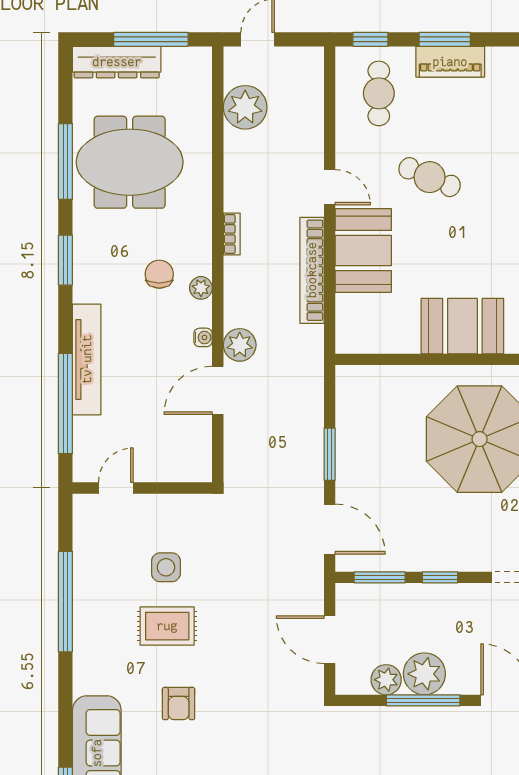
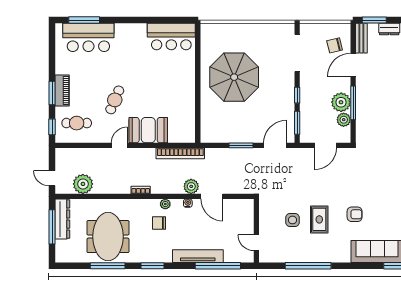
dresser: (117, 62) -> (62, 219), moved
bookcase: (312, 270) -> (180, 153), moved
booth: (462, 326) -> (183, 85), removed

